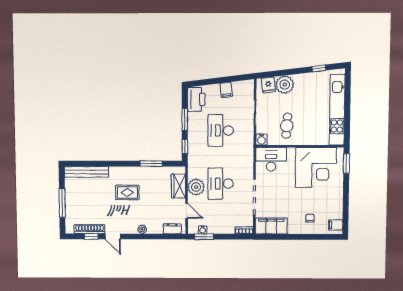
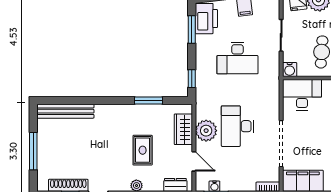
window: (185, 119) -> (192, 29), moved
desk: (221, 130) -> (237, 58), turned -90
rug: (127, 192) -> (143, 150), moved, turned 90

